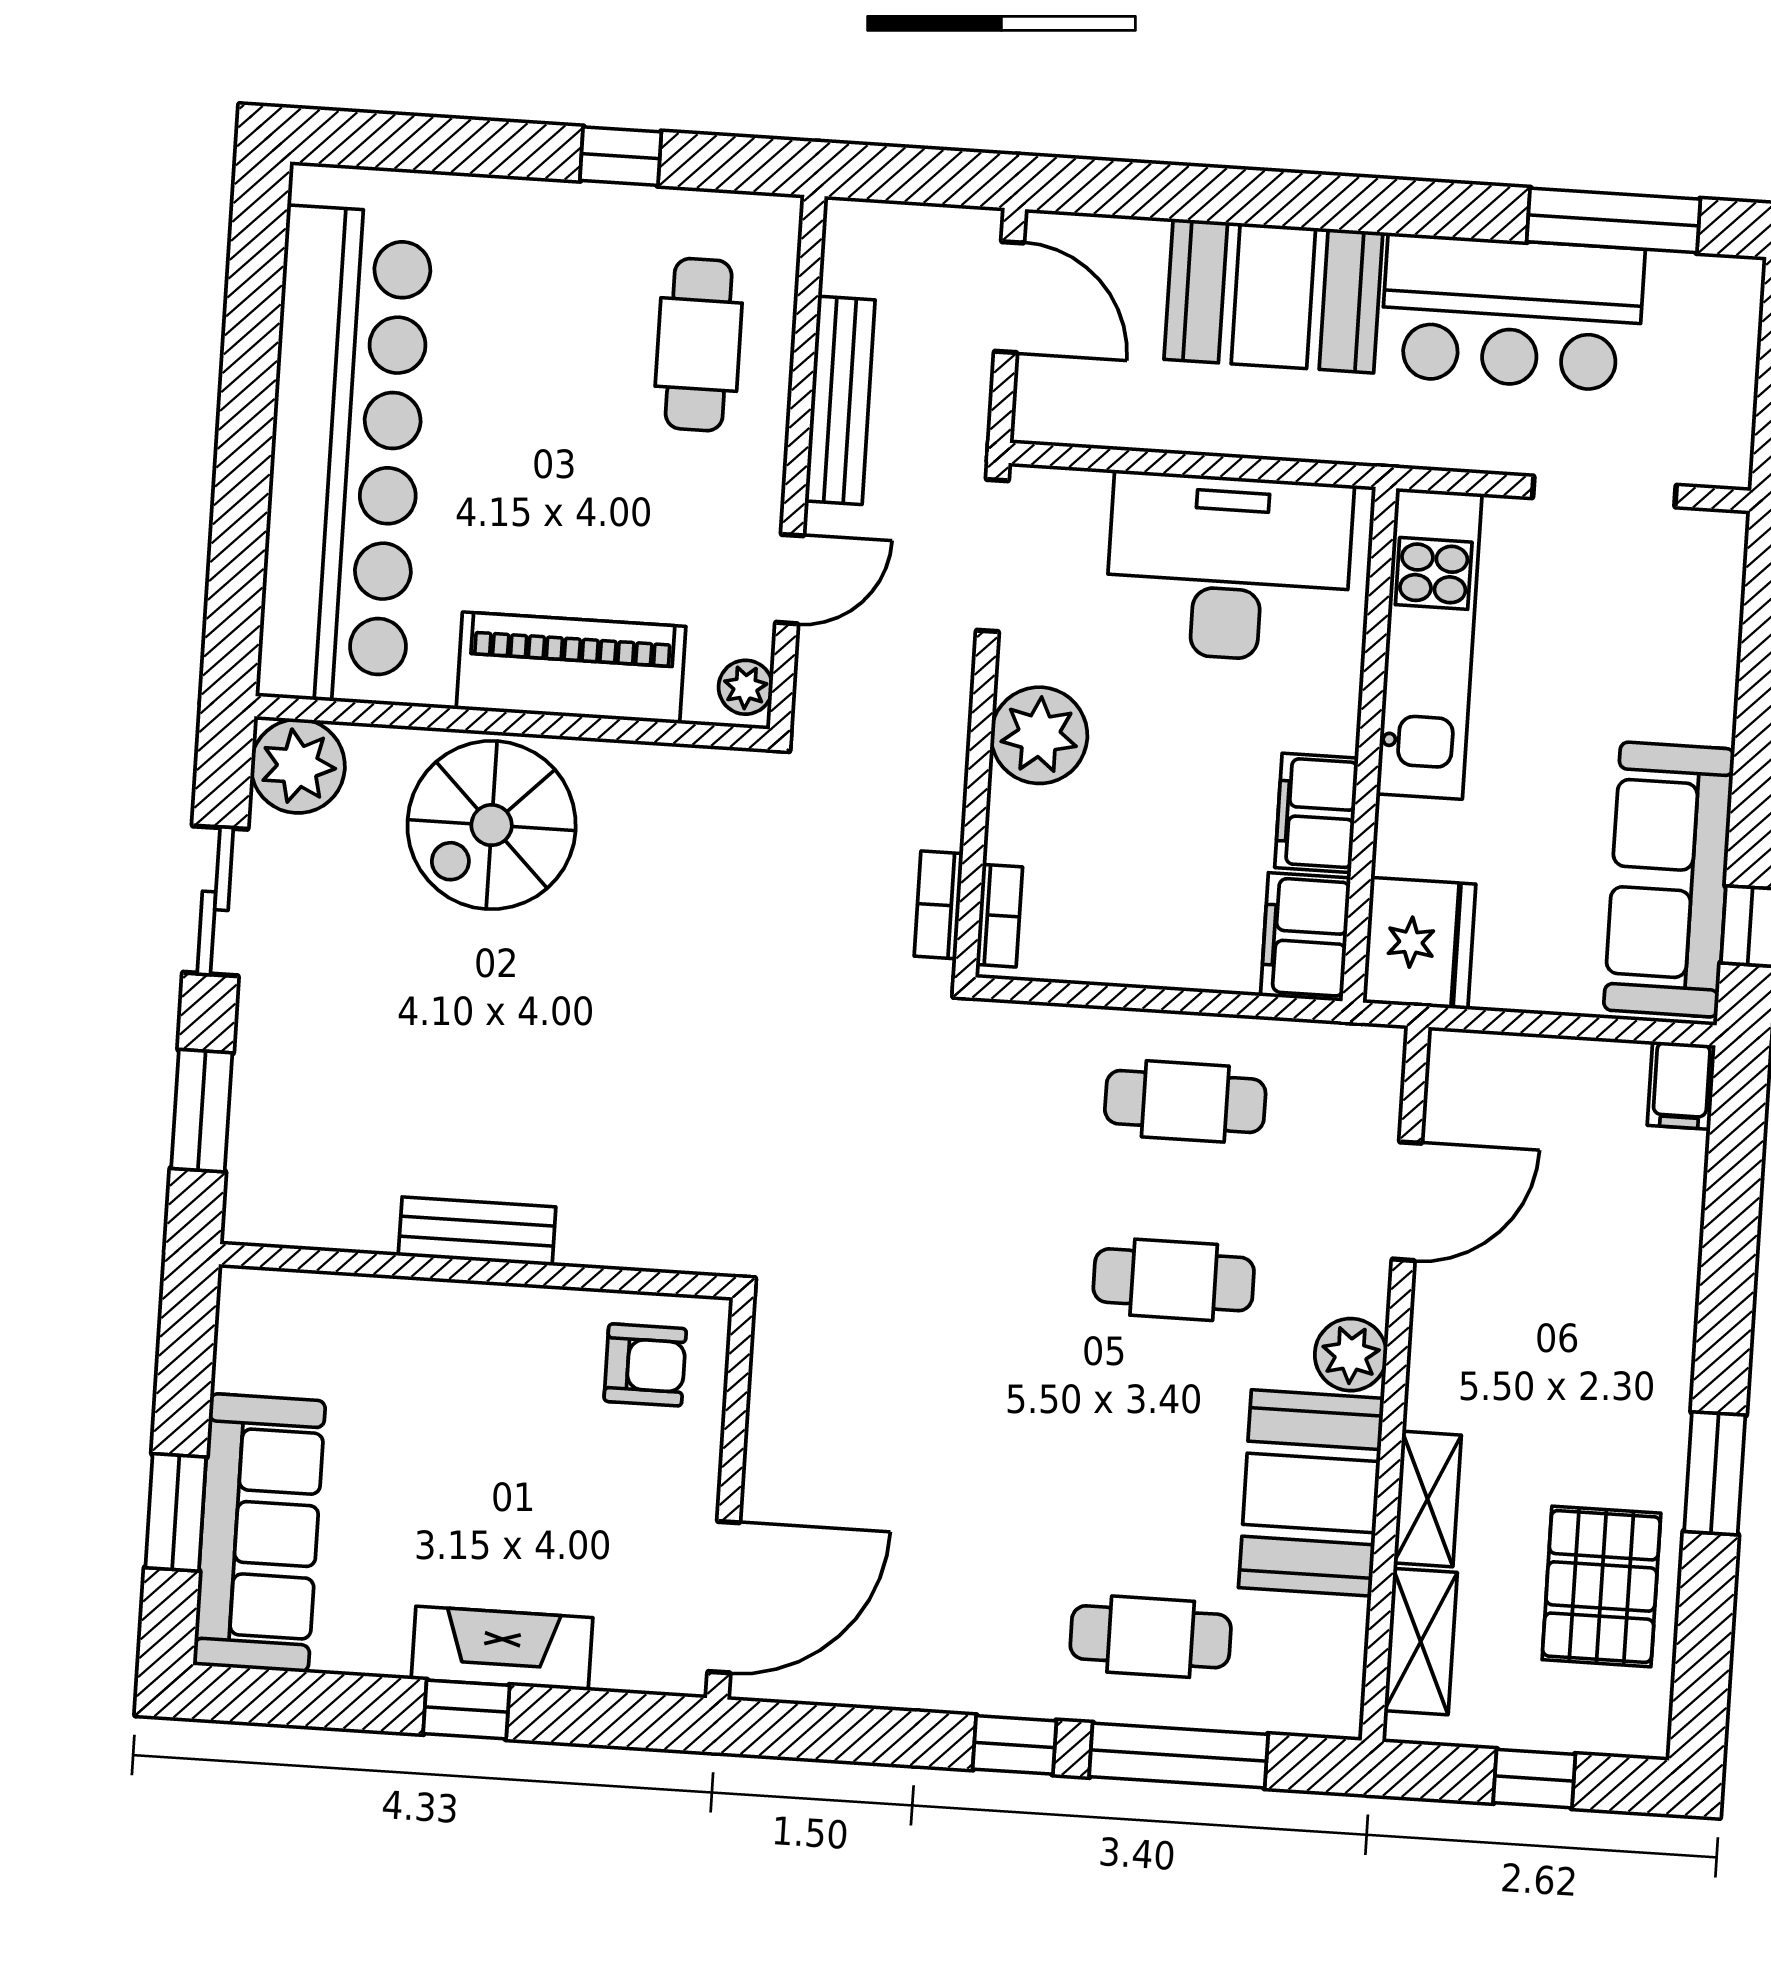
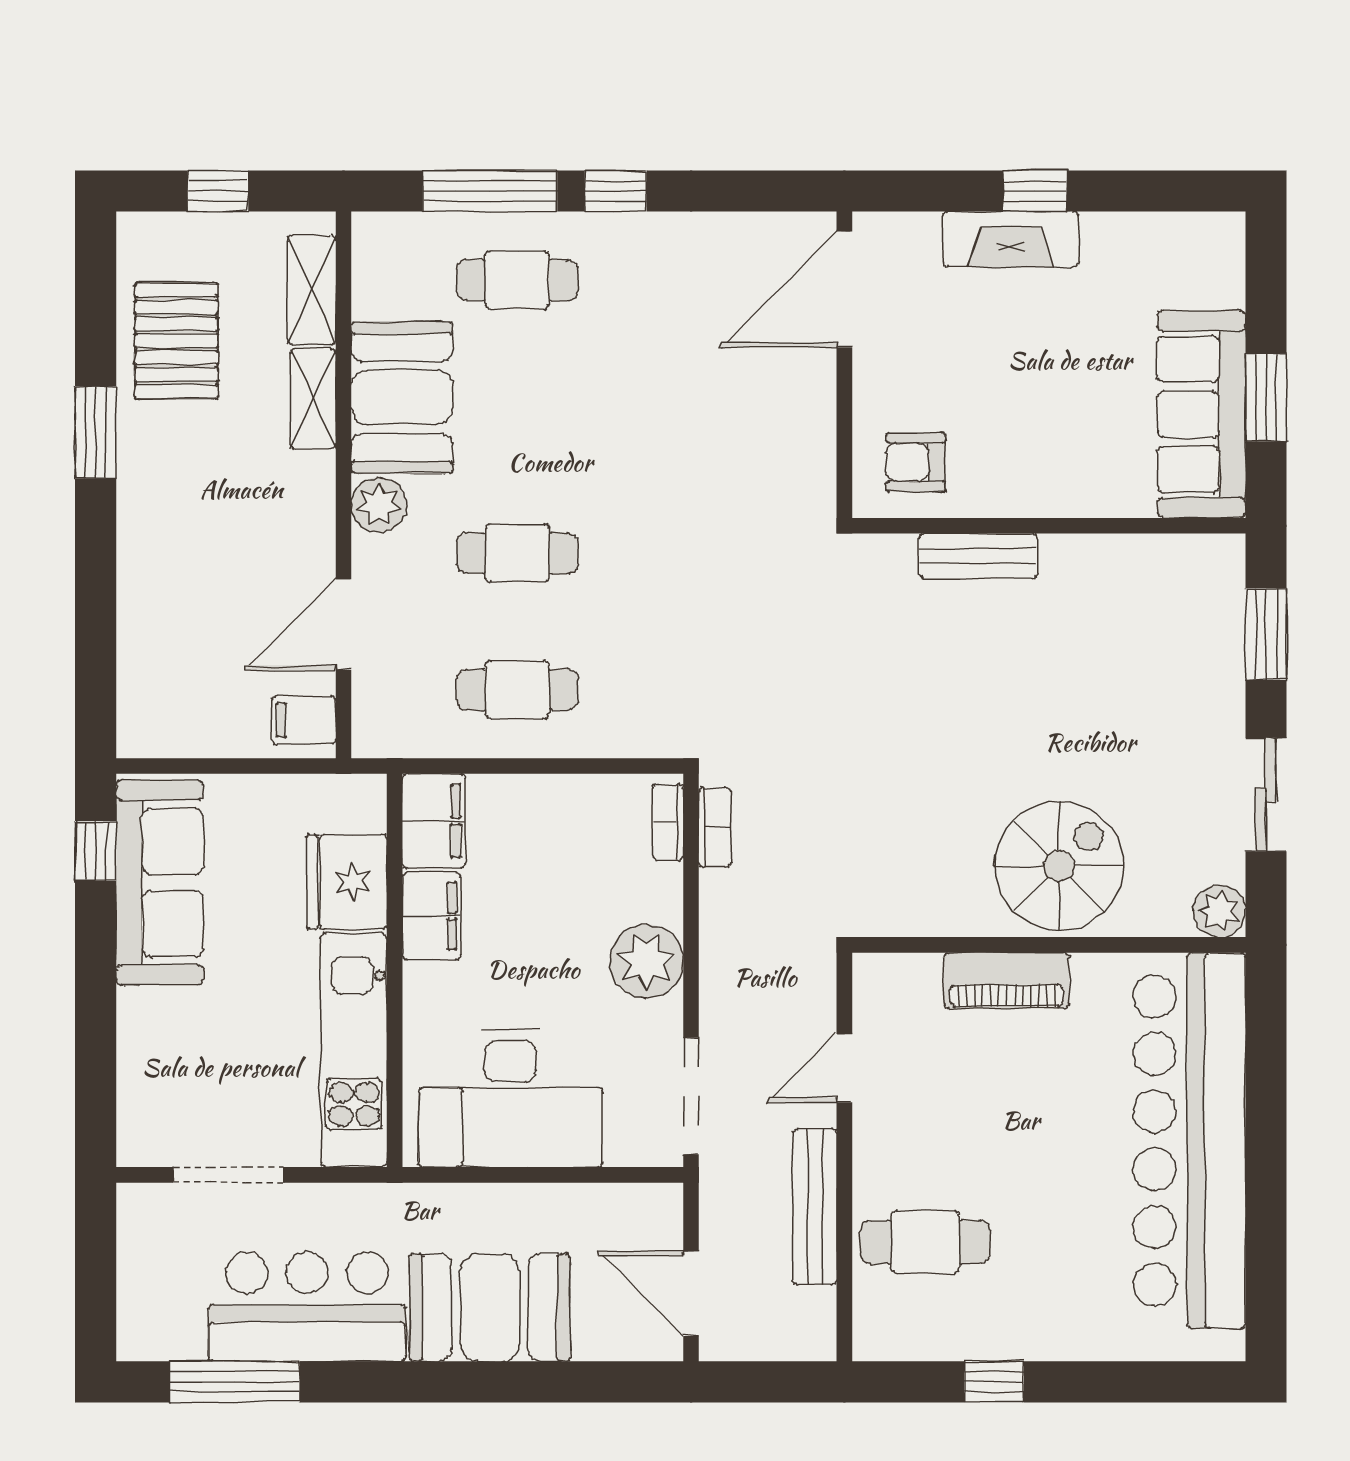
cafe table: (699, 345) -> (925, 1242), turned 90
piano: (571, 668) -> (1006, 981), width x0.73, depth x0.75
plant: (746, 687) -> (873, 983), removed
plant: (298, 766) -> (1219, 911), width x0.73, depth x0.73
fridge: (1419, 943) -> (347, 882), moved
filing cabinet: (1681, 1085) -> (304, 720), moved, turned -90
bench: (477, 1231) -> (978, 556), moved
window: (176, 1512) -> (1266, 398), moved
sofa: (259, 1533) -> (1201, 414), moved

